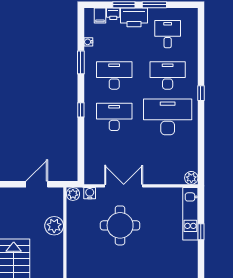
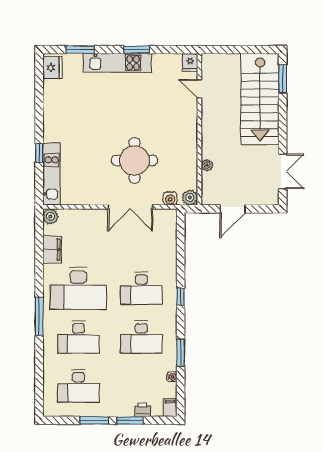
filing cabinet: (100, 16) -> (170, 408), moved
printer: (134, 17) -> (118, 406), removed
desk: (168, 34) -> (78, 386), width x1.37
window: (201, 93) -> (39, 316), width x2.17
filing cabinet: (190, 150) -> (52, 249), added
plant: (54, 226) -> (207, 165), width x0.53, depth x0.53

